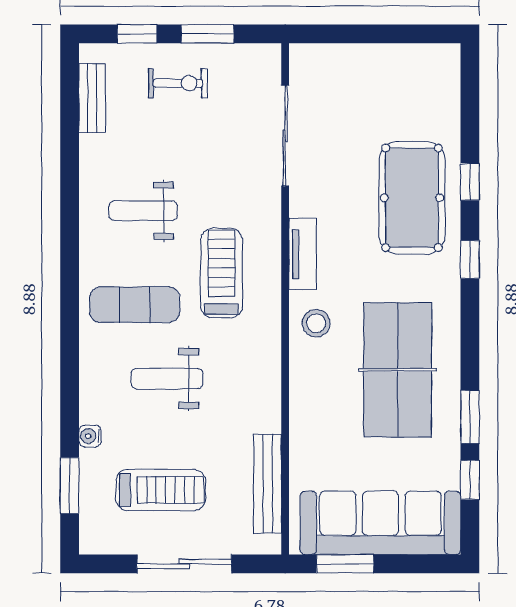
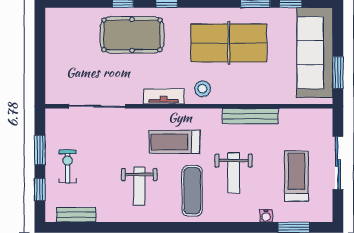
bench: (268, 484) -> (250, 116), moved

